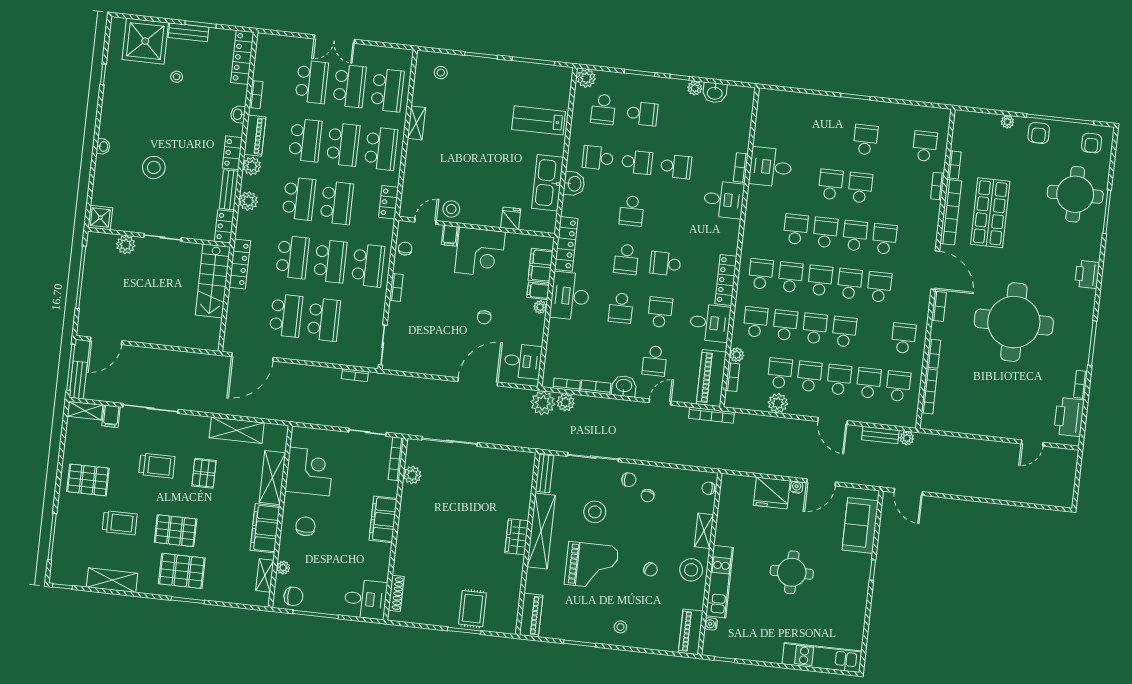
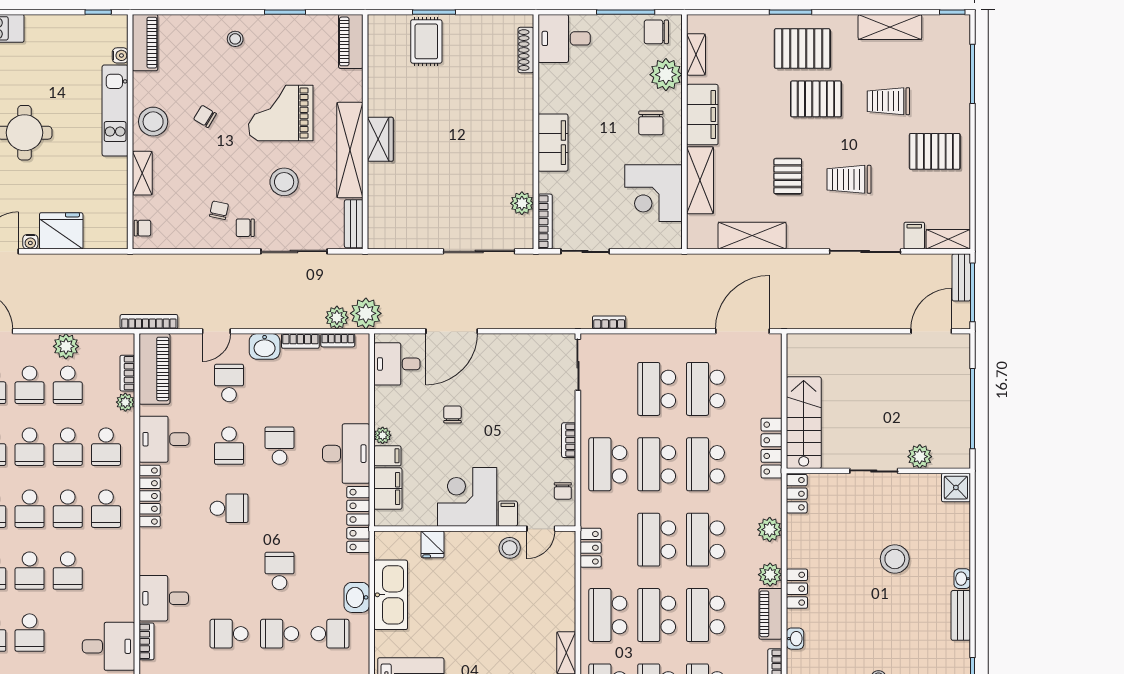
bench: (229, 190) -> (961, 615), moved
school desk: (626, 259) -> (280, 508), removed
plant: (283, 568) -> (666, 75), width x1.88, depth x1.88

